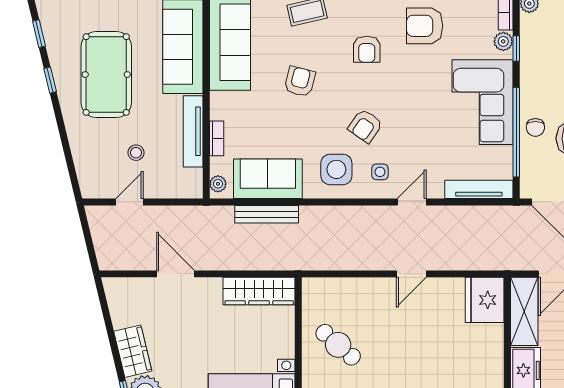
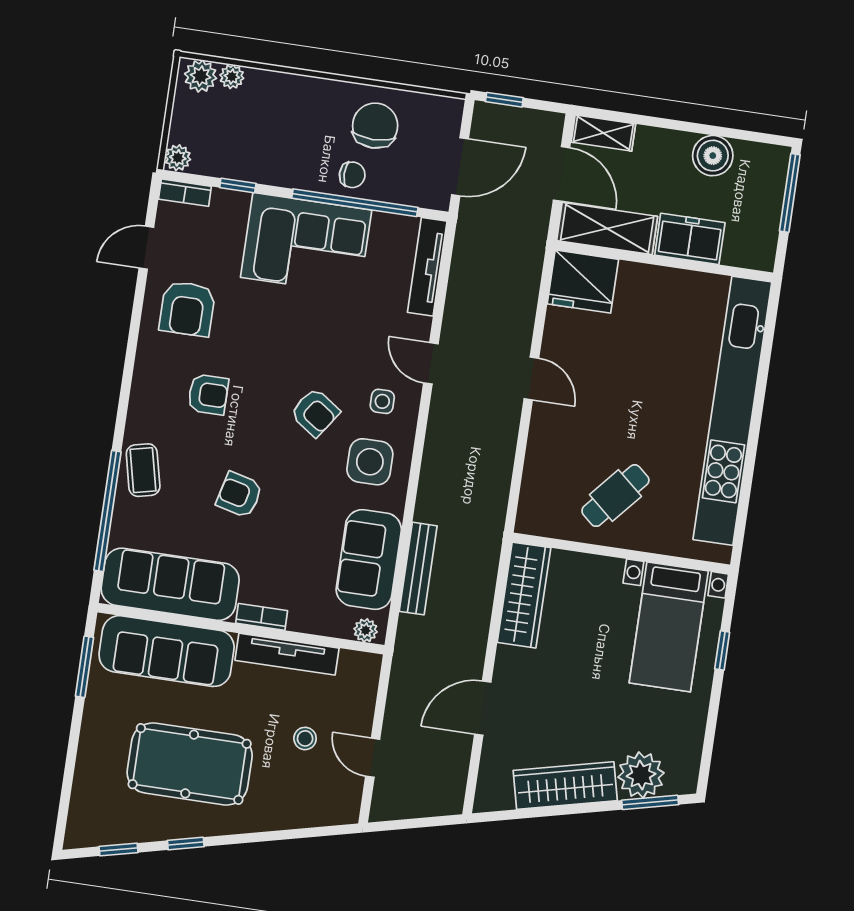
plant: (503, 41) -> (225, 202), removed
bookcase: (217, 138) -> (262, 617), moved
wardrobe: (133, 351) -> (565, 785), width x1.50

